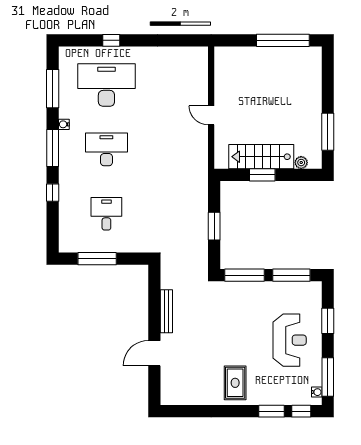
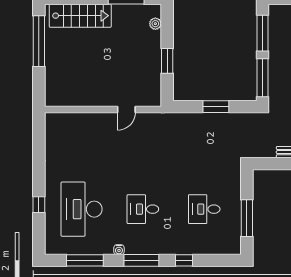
door: (211, 115) -> (126, 109), moved
desk: (106, 149) -> (143, 209), width x0.73
stairs: (261, 157) -> (80, 16), moved, turned -90

